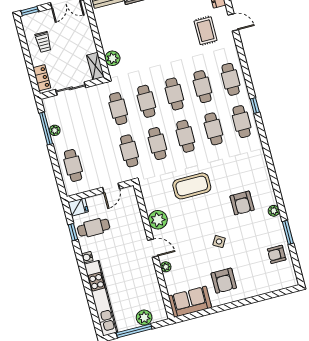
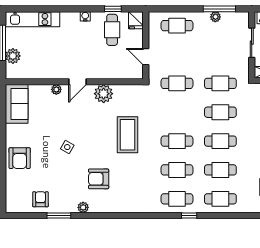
cafe table: (157, 144) -> (177, 112), removed
armchair: (224, 281) -> (20, 158), moved, turned -90
kitchen unit: (101, 298) -> (32, 19), width x0.73

